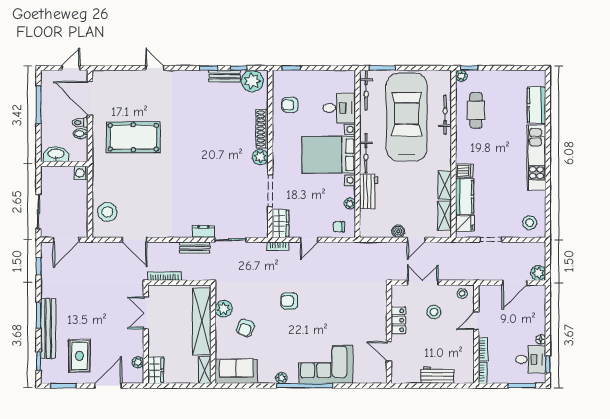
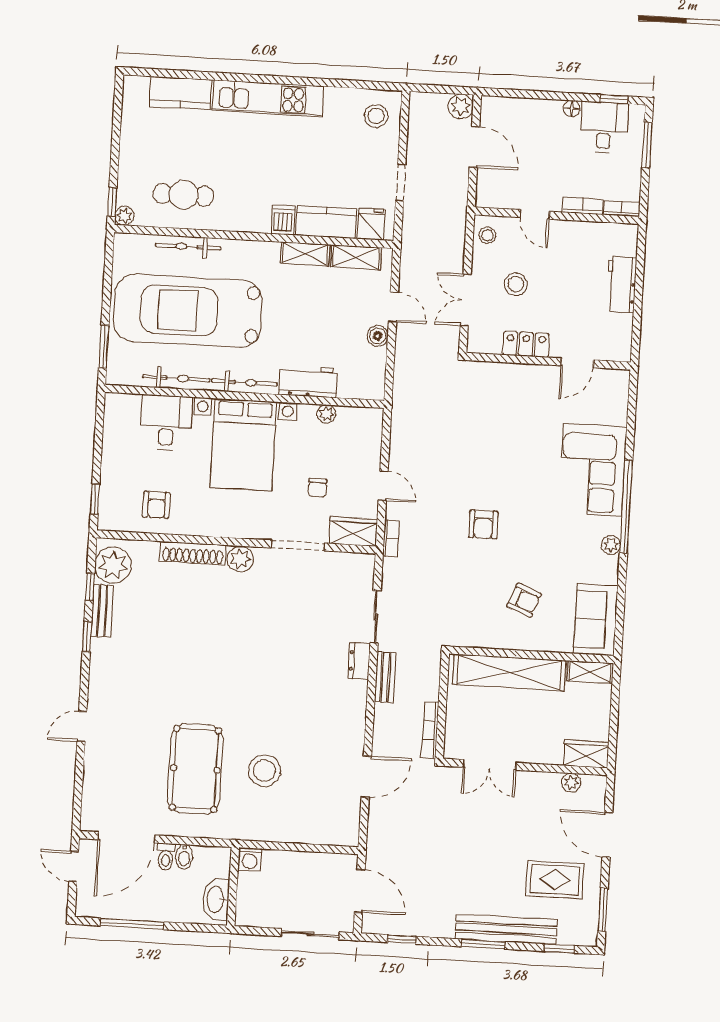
bicycle: (366, 90) -> (176, 378), moved
stool: (107, 212) -> (265, 771), moved
chair: (339, 227) -> (317, 488), moved
plant: (224, 309) -> (490, 635), removed

